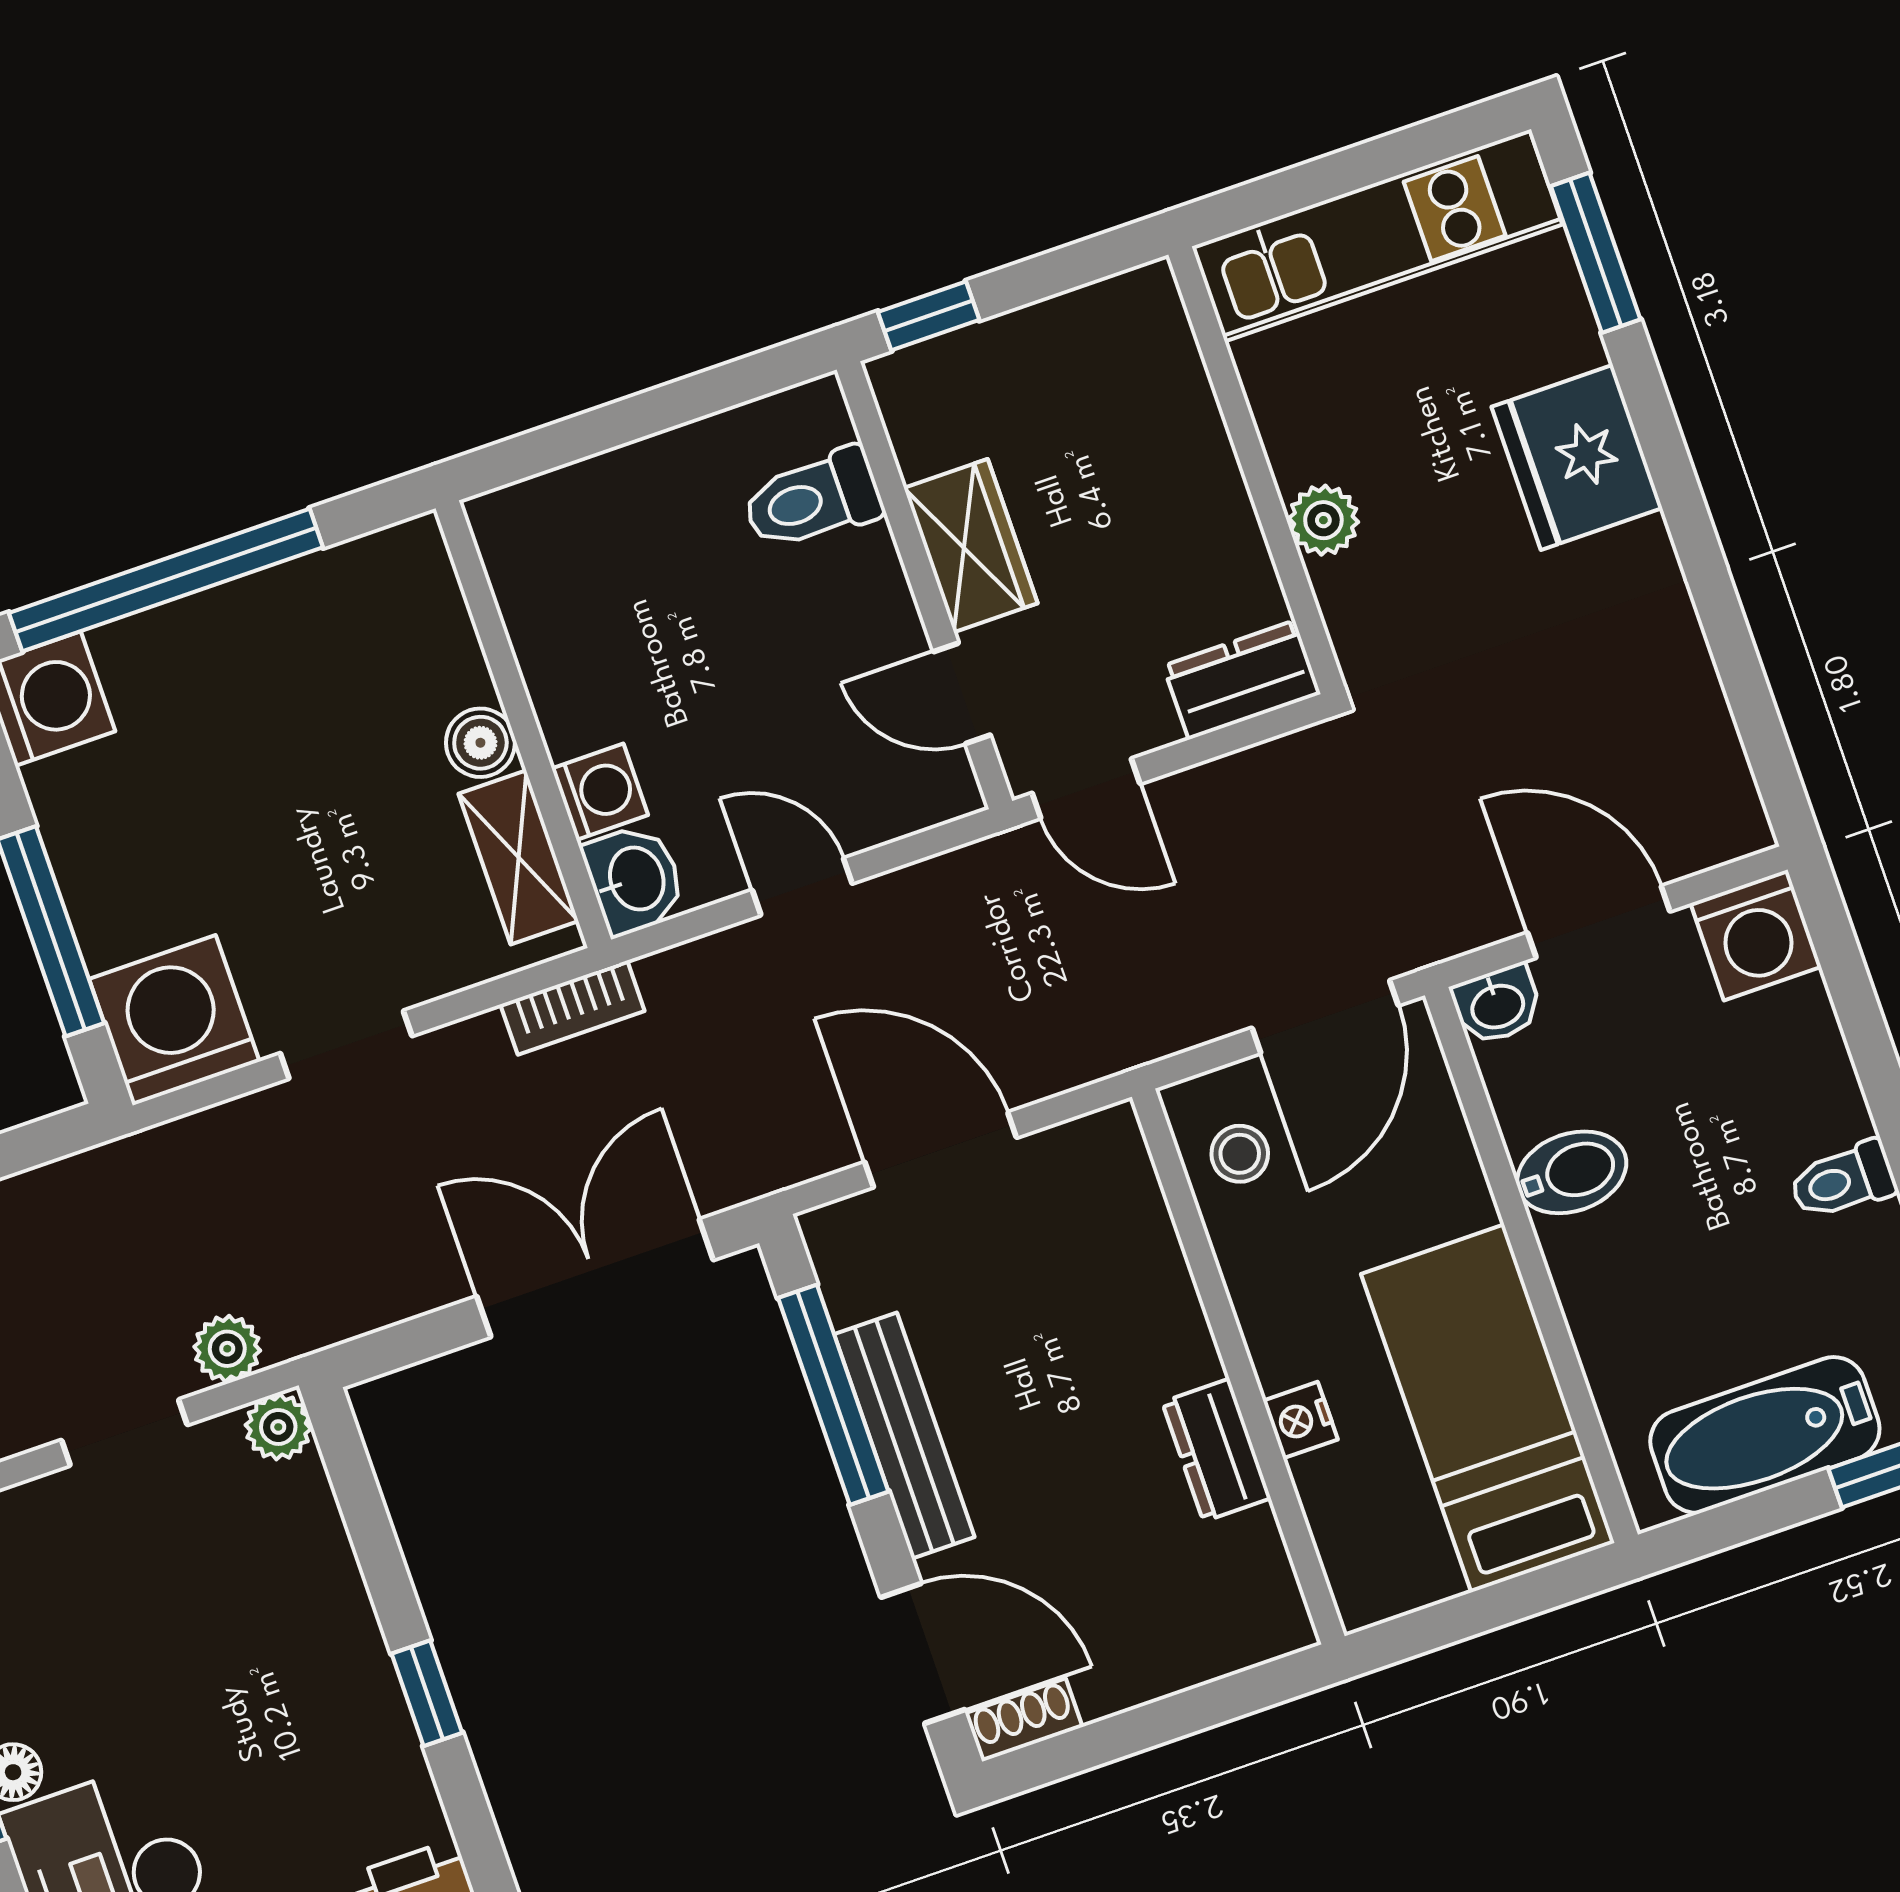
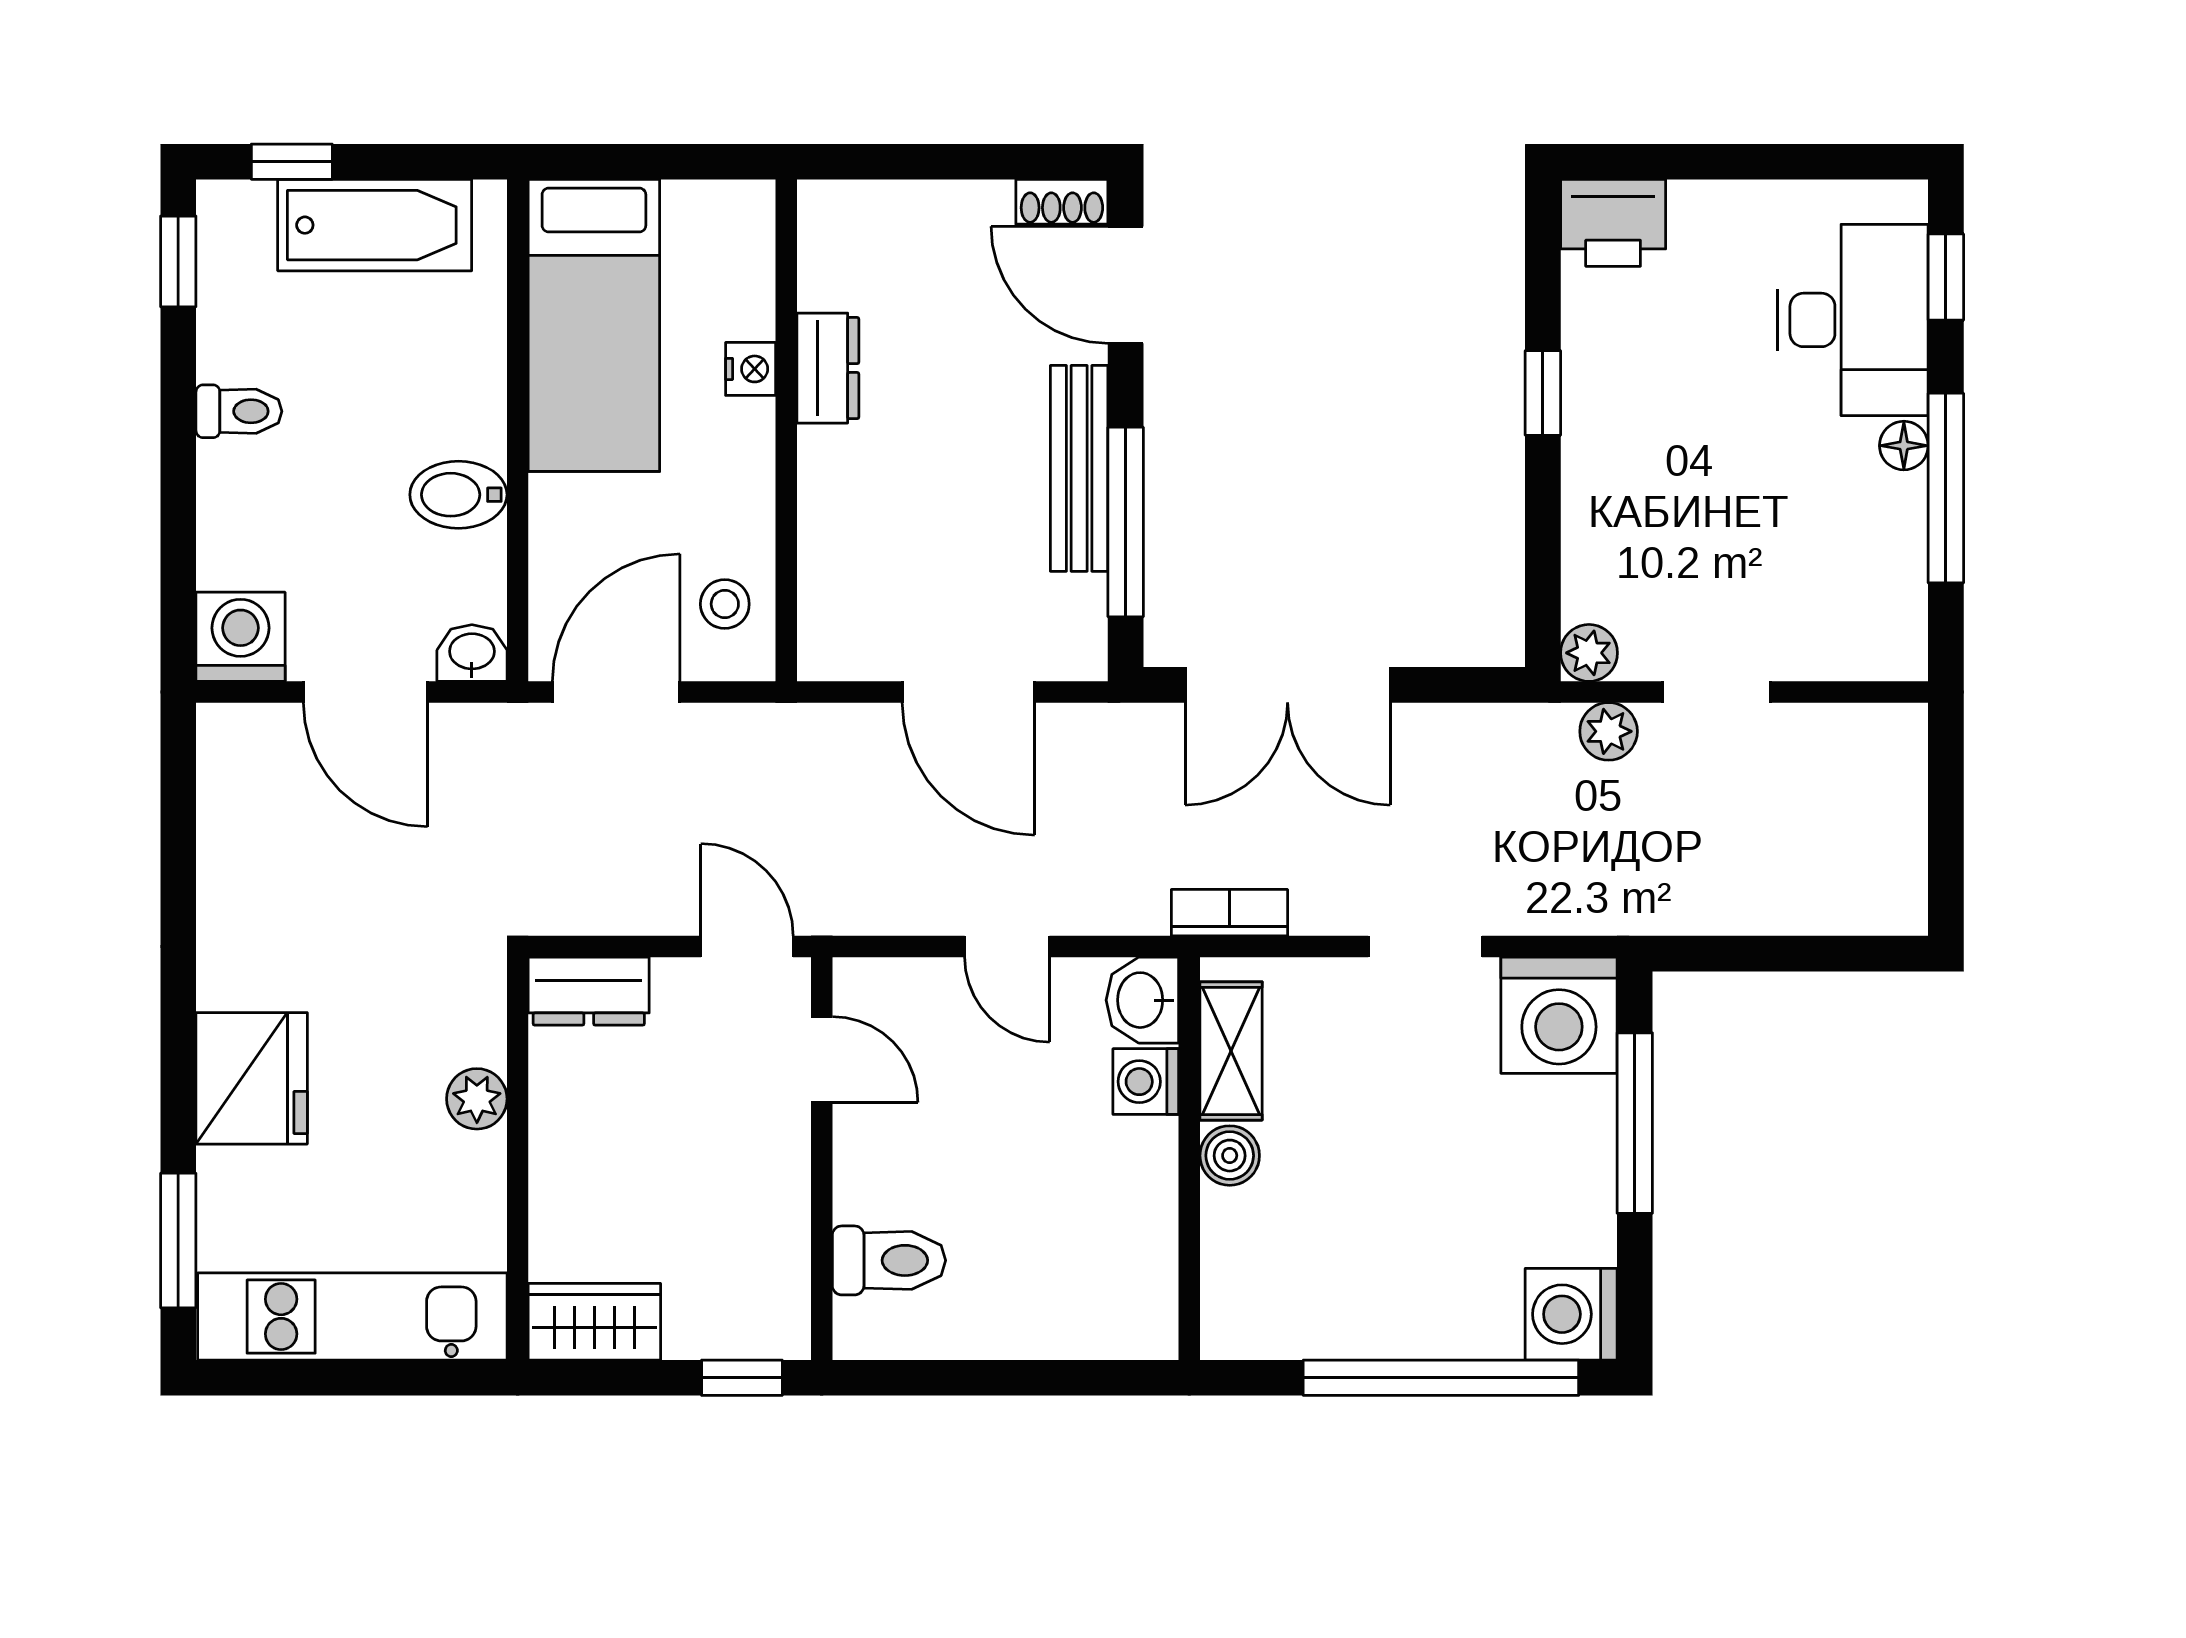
wardrobe: (971, 546) -> (594, 1322), moved, turned 90

